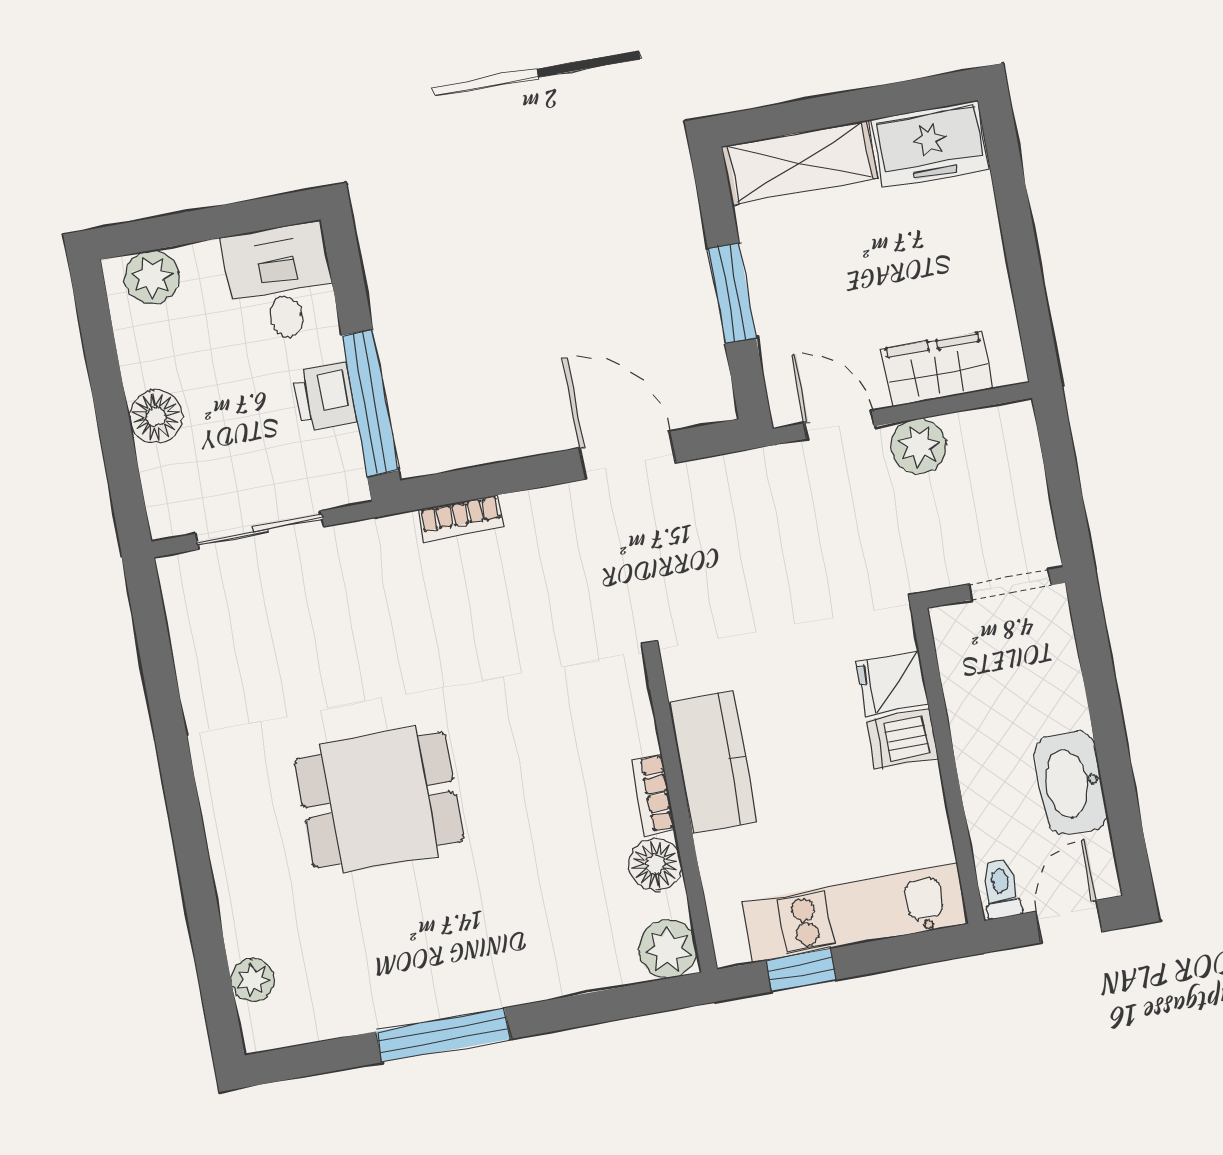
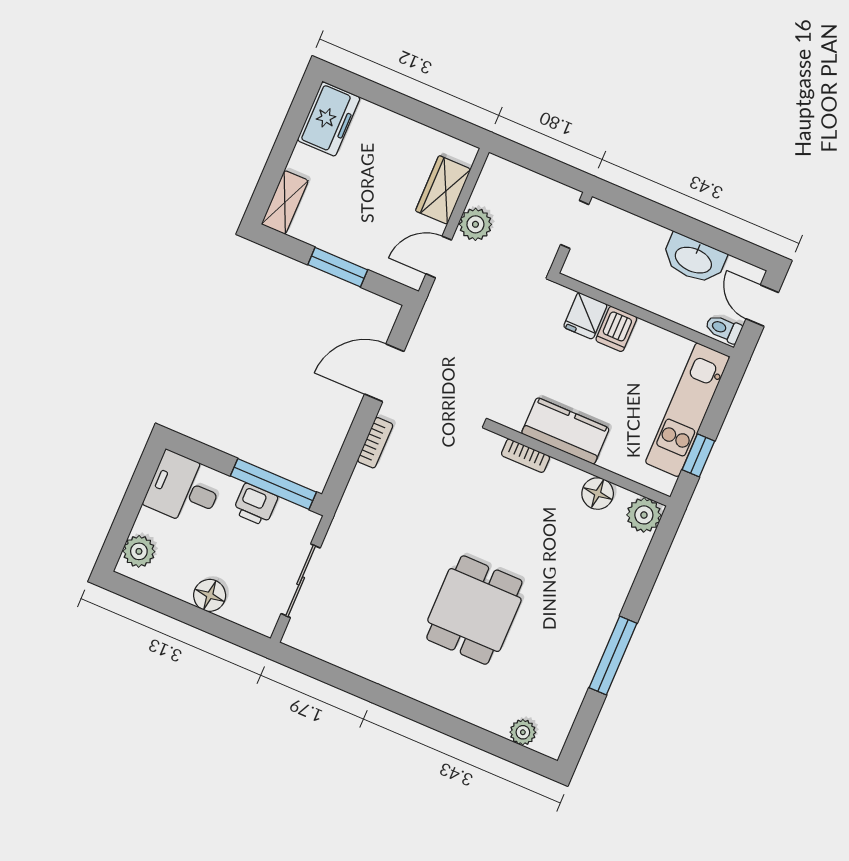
shelving: (799, 162) -> (285, 202), width x0.67, depth x0.75
bookcase: (461, 518) -> (375, 443), moved
bookcase: (653, 794) -> (525, 456), moved

